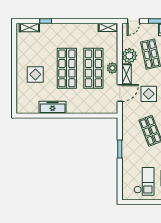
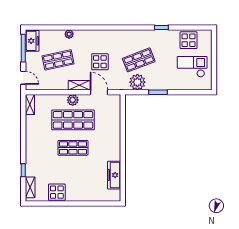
plant: (129, 56) -> (137, 82), moved
shop shelf: (67, 68) -> (73, 148), width x0.70, depth x0.74
display table: (35, 74) -> (57, 192), moved
freezer: (53, 107) -> (114, 175), moved

